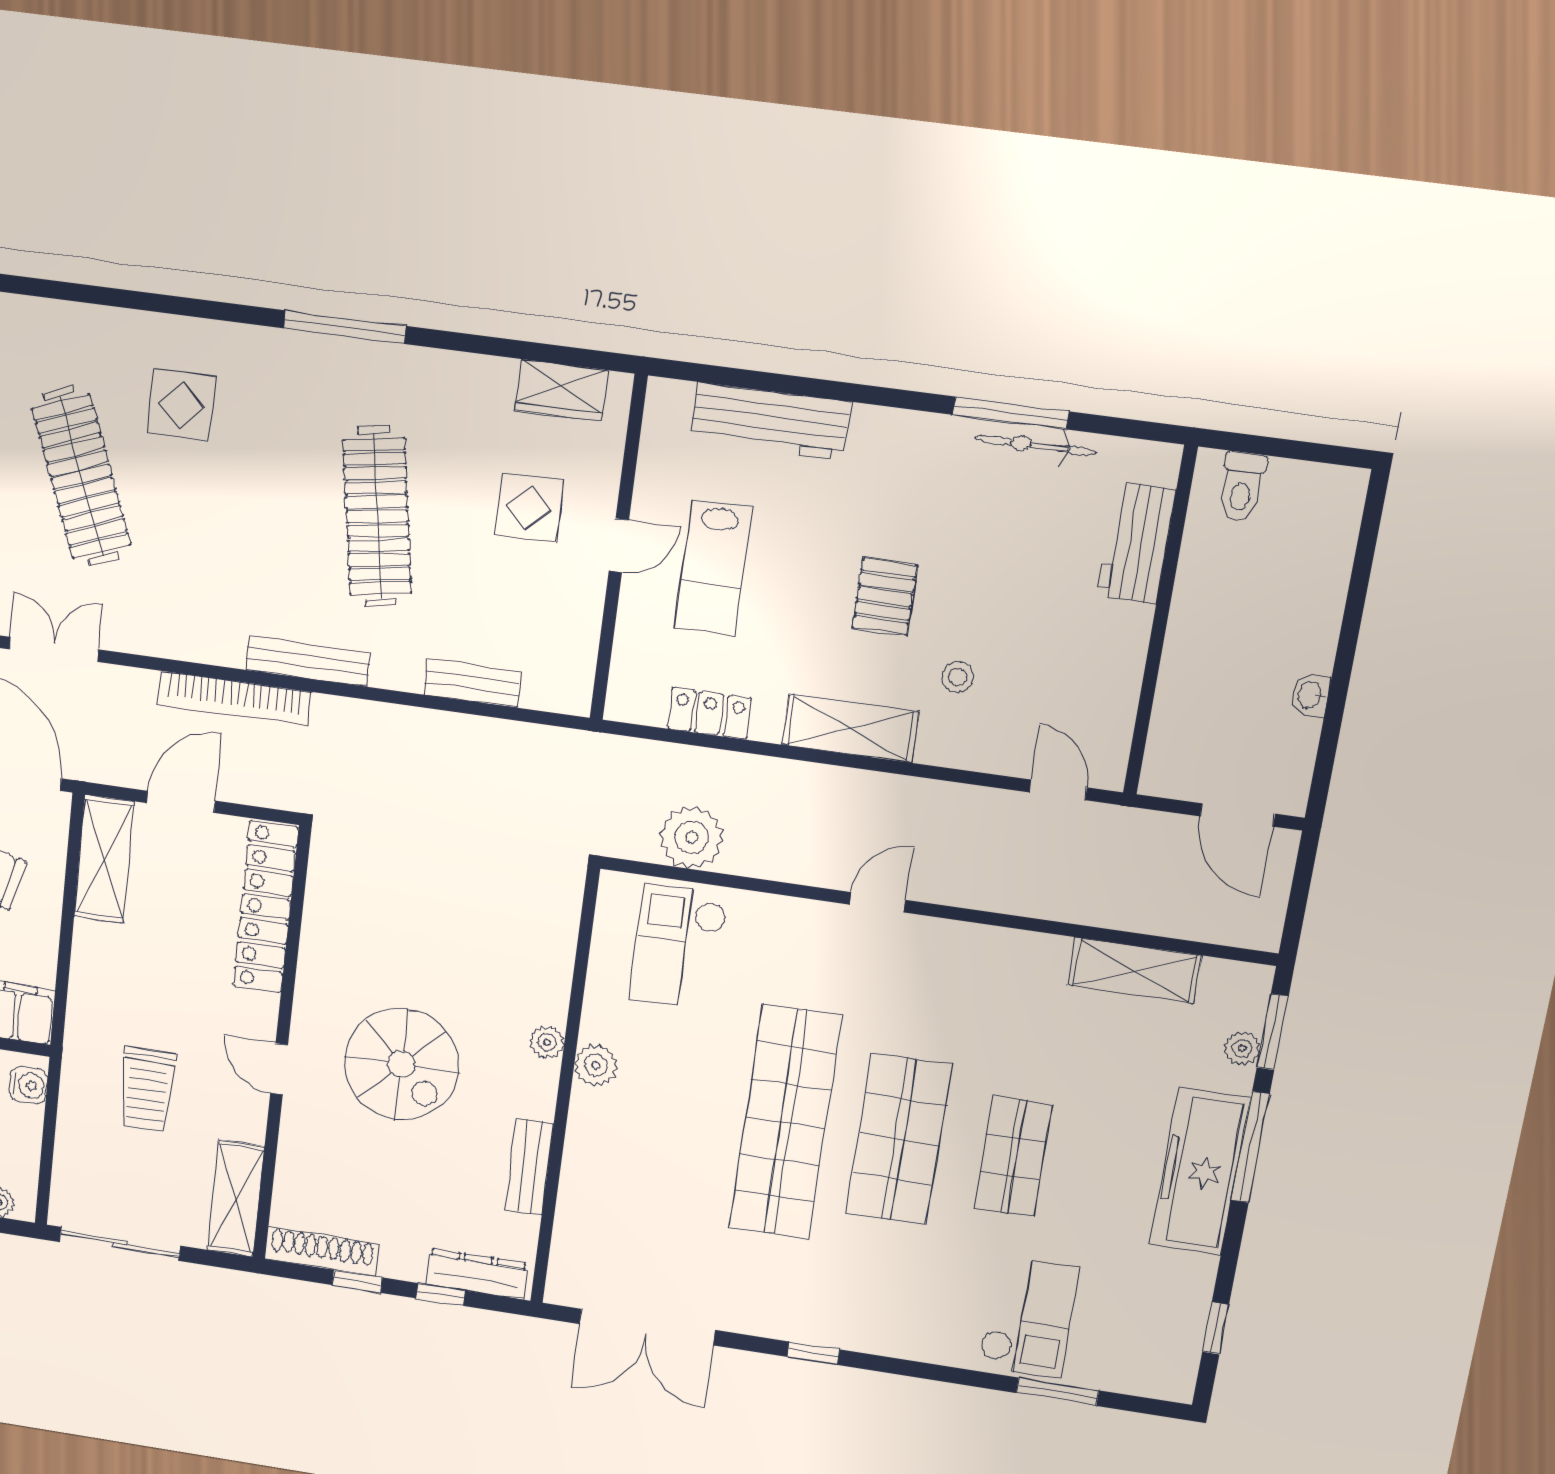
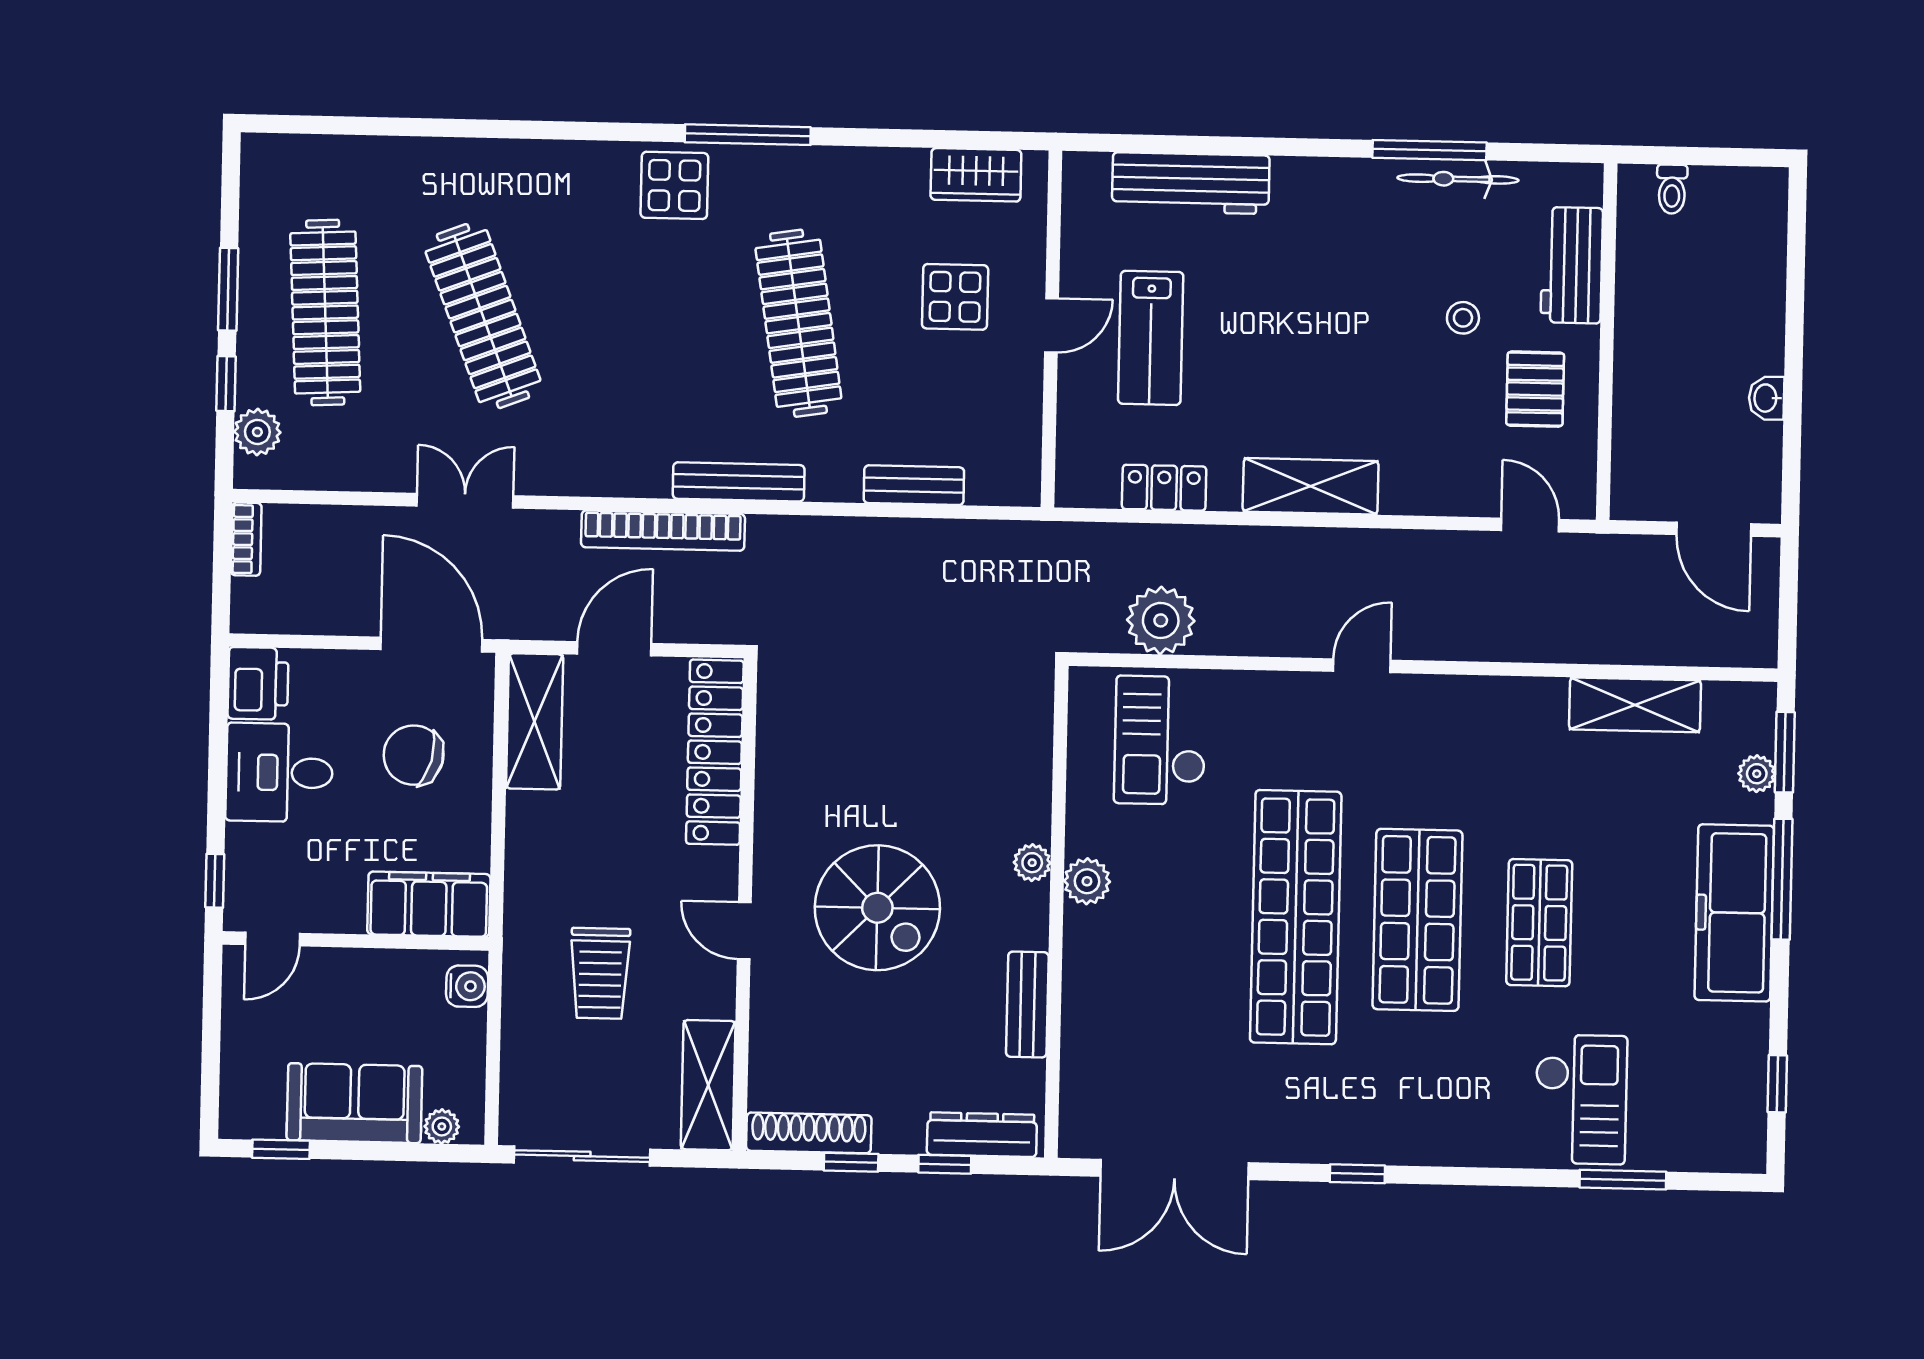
display table: (182, 405) -> (674, 185), moved
toilet: (1242, 487) -> (1672, 189), width x0.73, depth x0.72
pallet: (885, 597) -> (1535, 389), moved
stool: (958, 677) -> (1463, 318), moved

